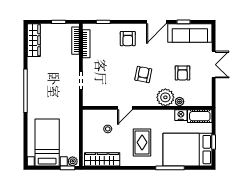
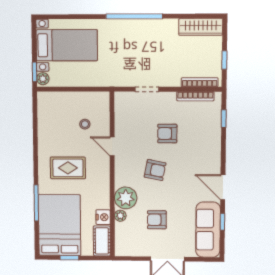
armchair: (128, 39) -> (167, 134), moved
wardrobe: (102, 159) -> (46, 117), removed

